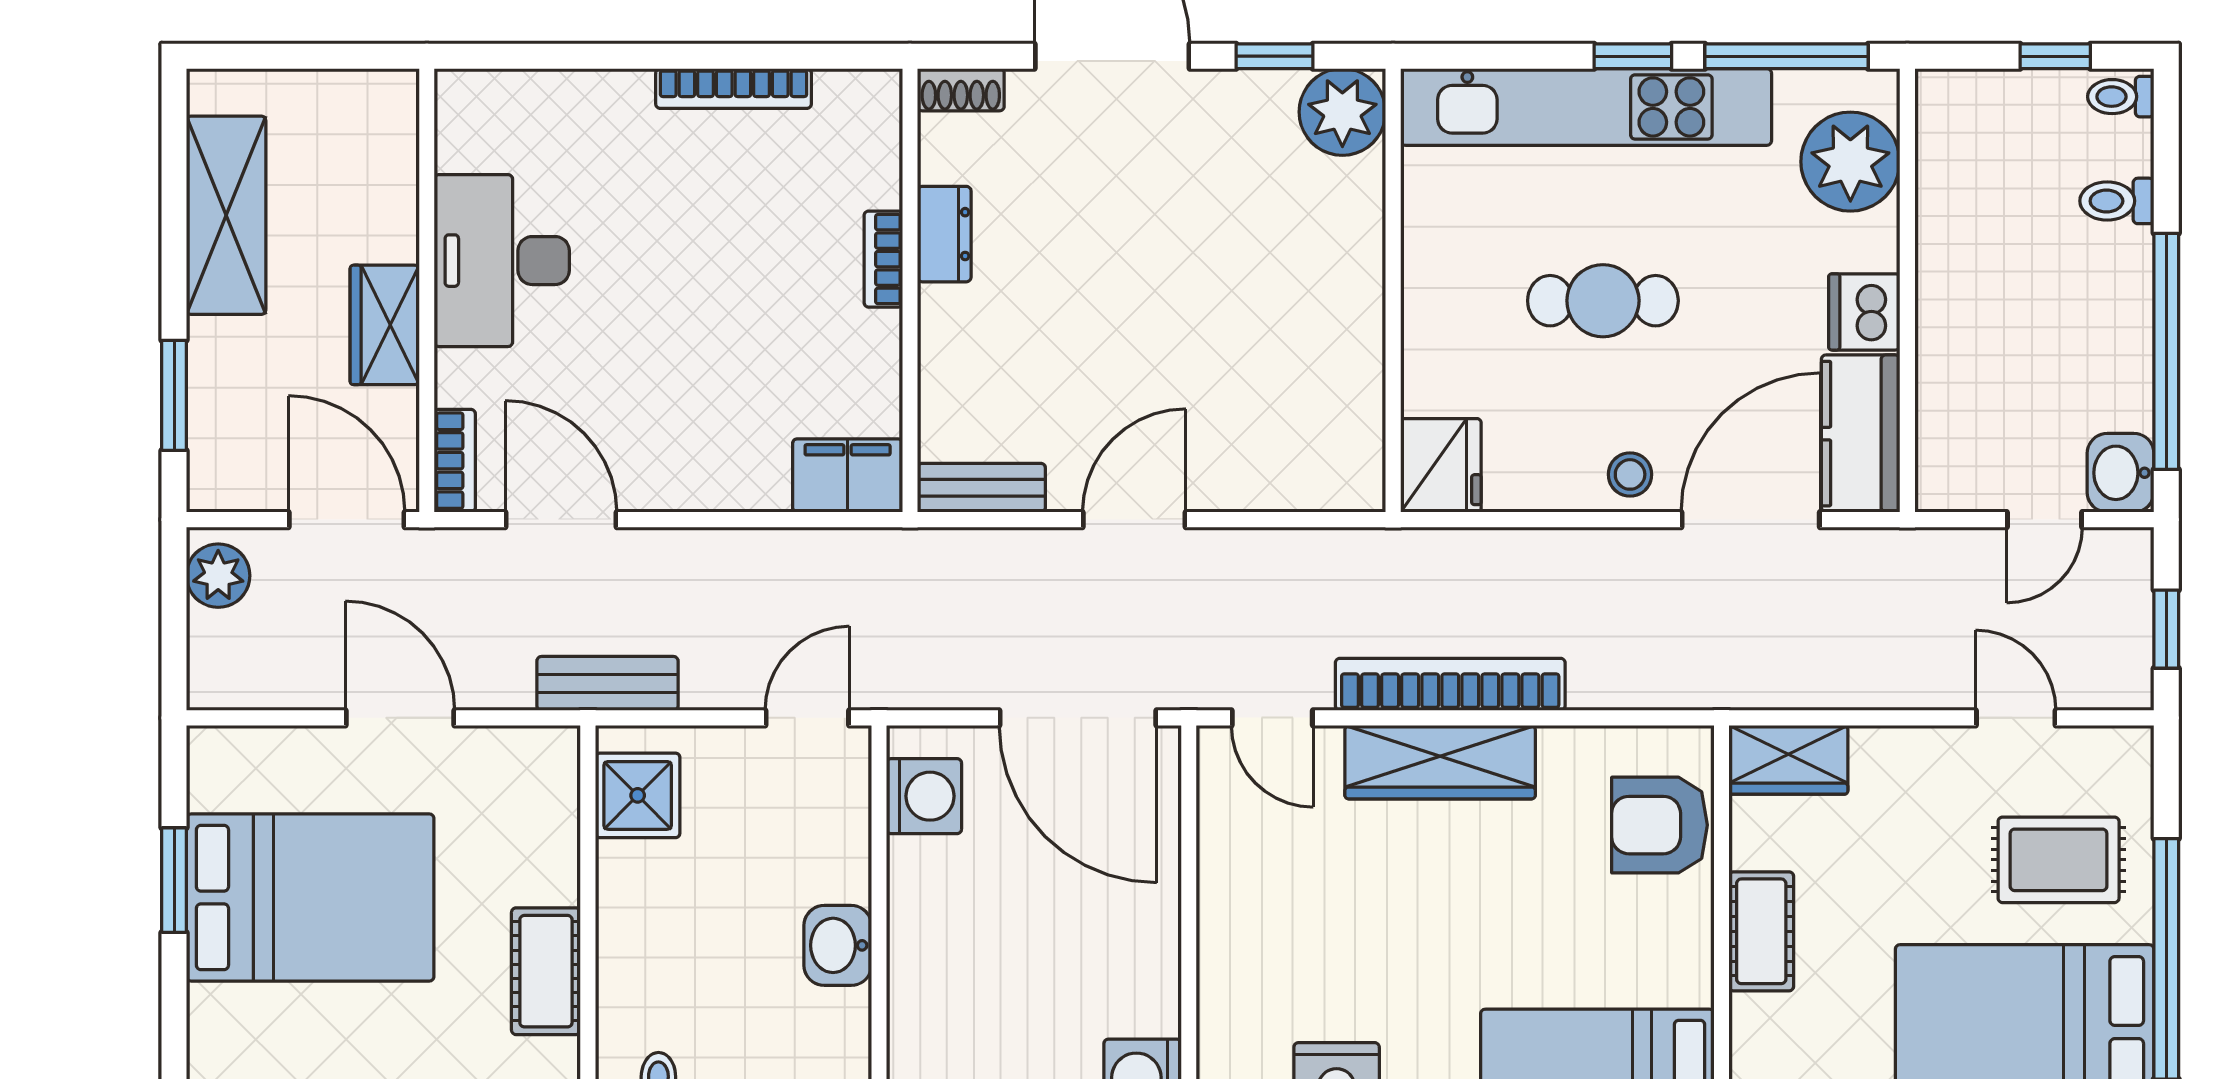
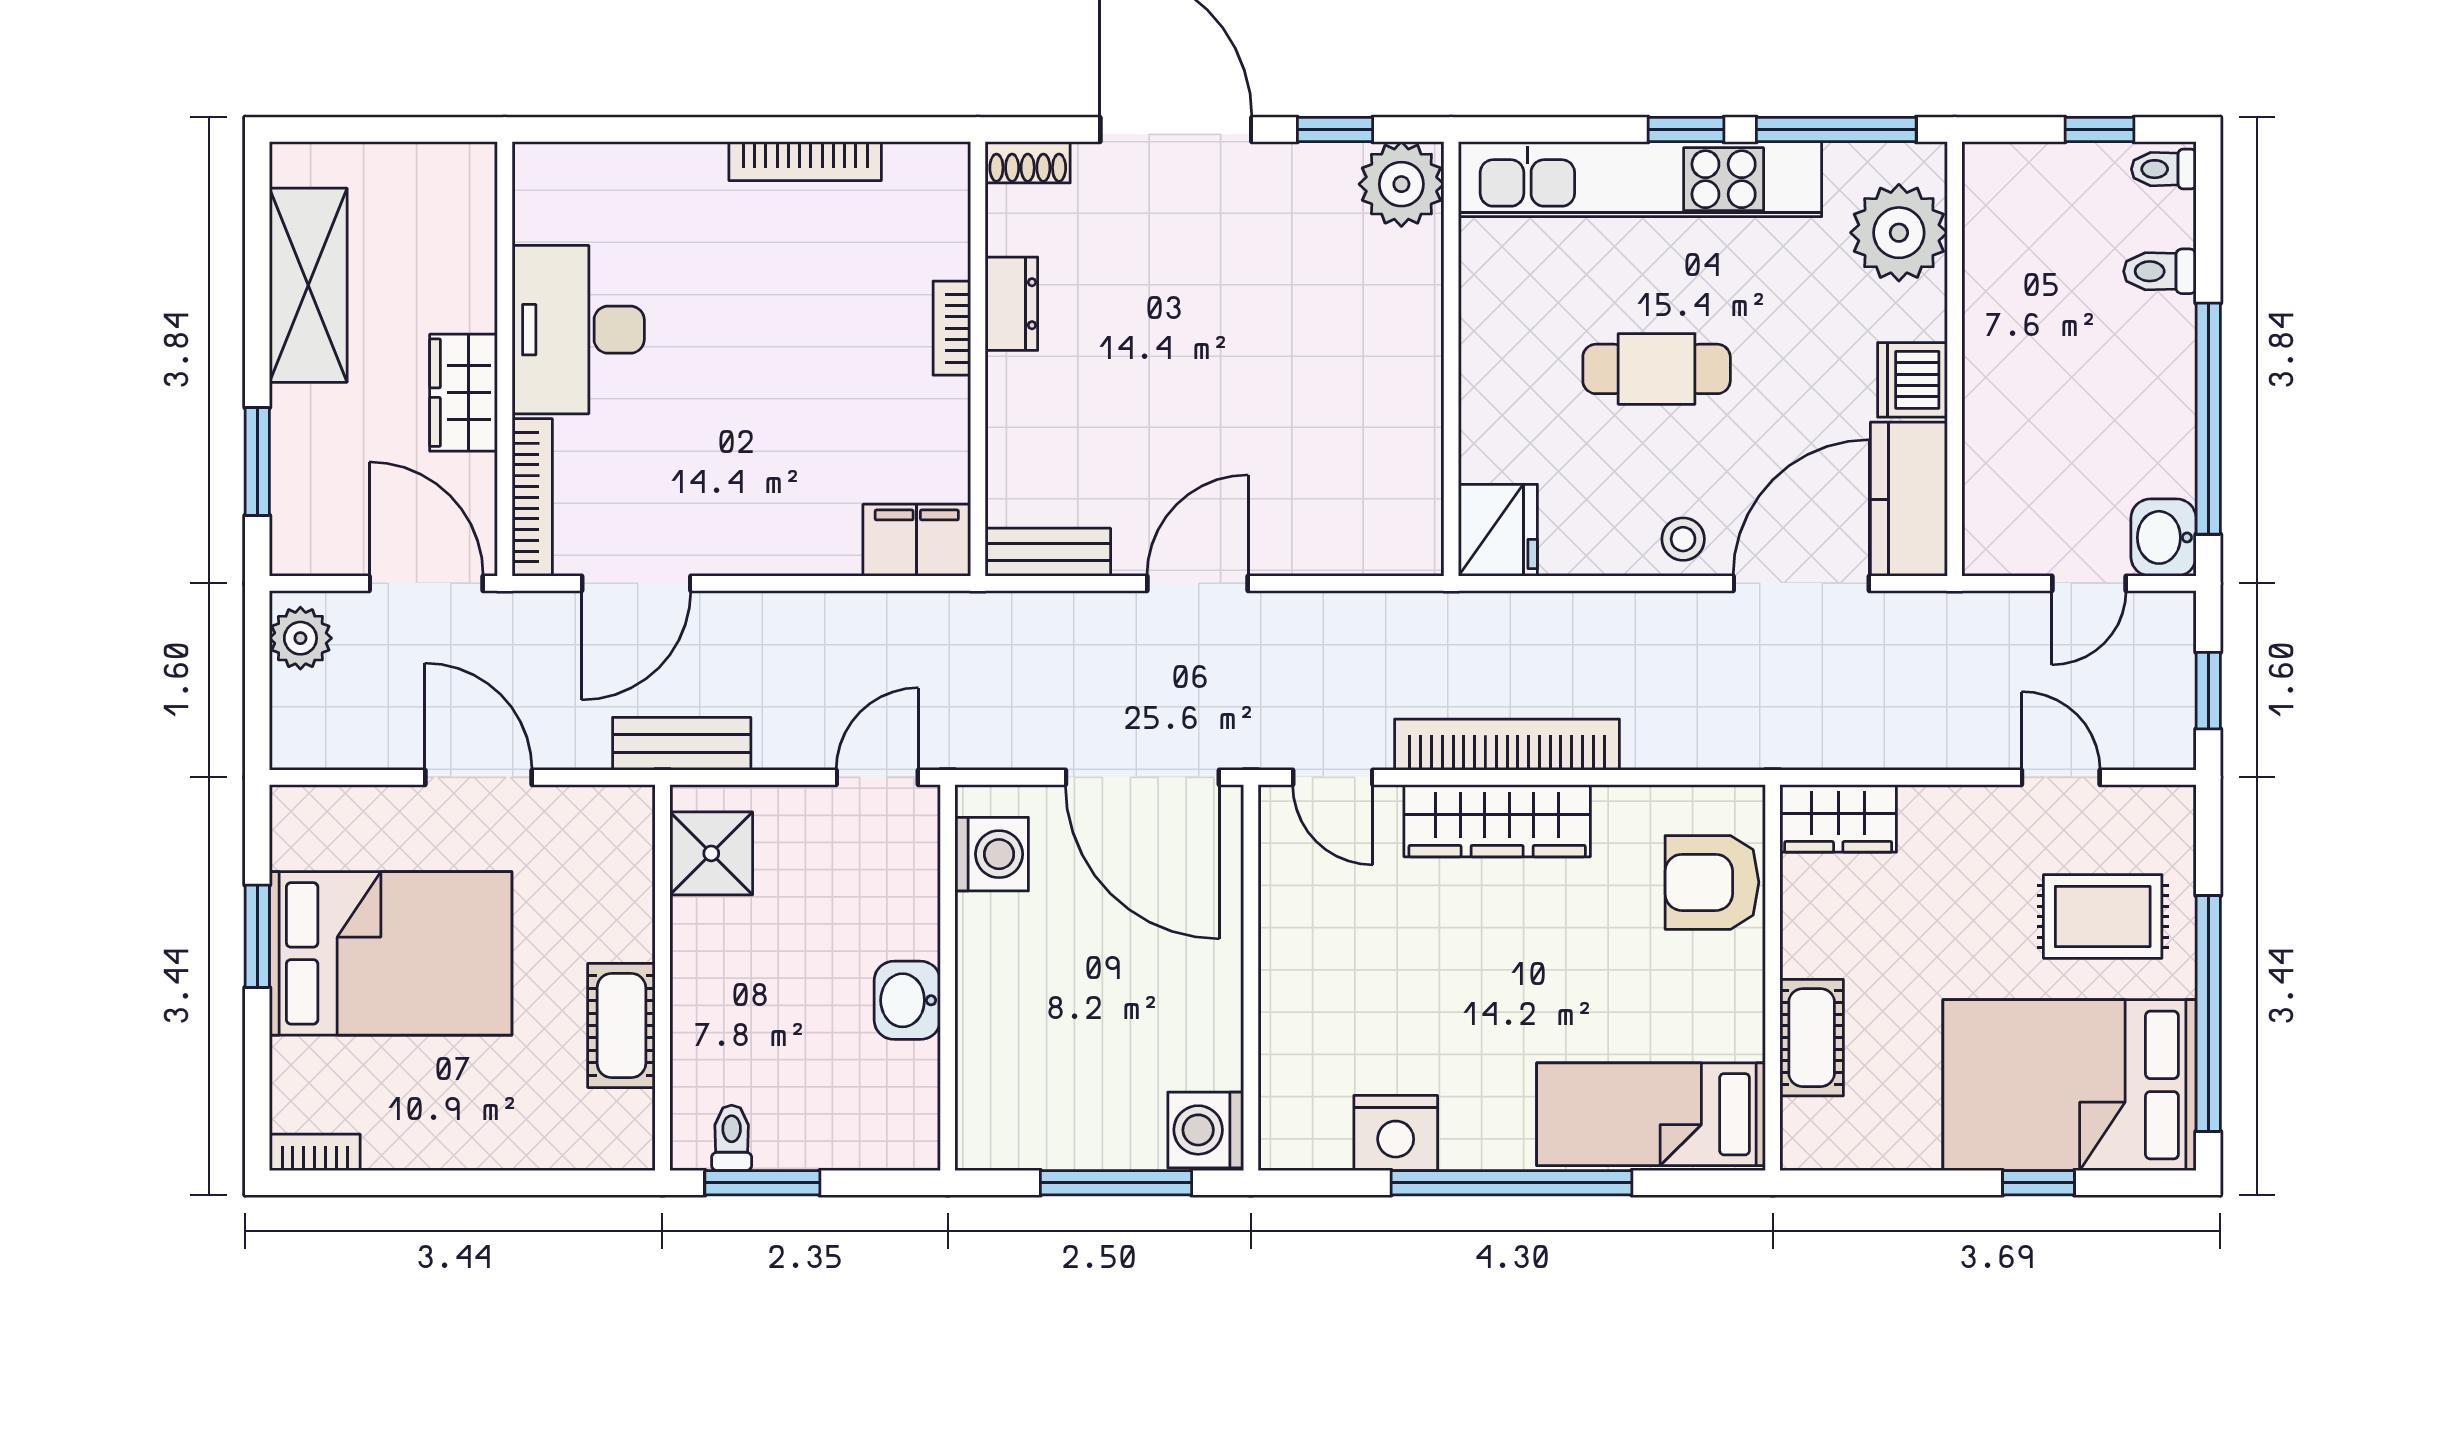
bookcase: (455, 461) -> (532, 497), width x1.56
door: (561, 520) -> (636, 583), swing flipped
cot: (1761, 931) -> (1812, 1038), moved

